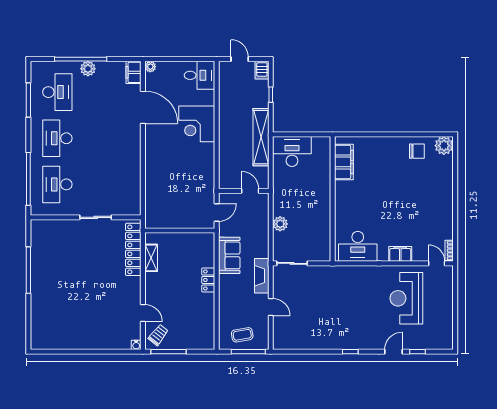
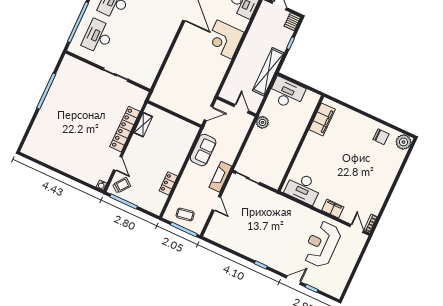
plant: (280, 224) -> (262, 122), moved
locker: (133, 249) -> (125, 129), moved
locker: (208, 280) -> (168, 184), moved

